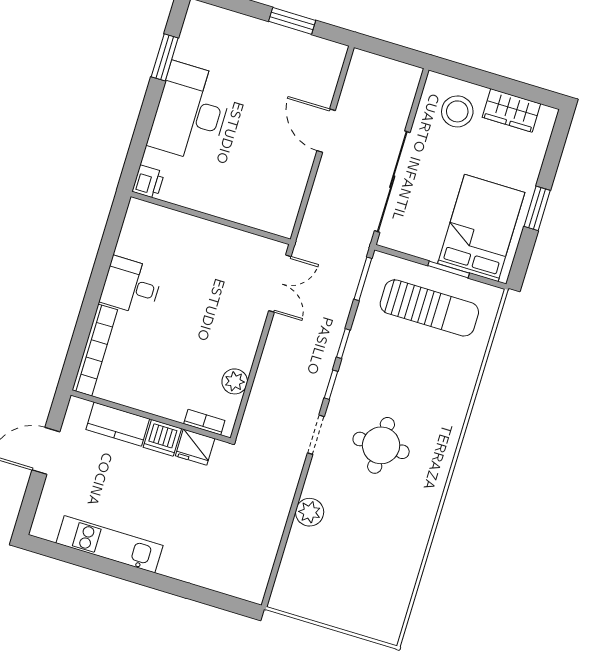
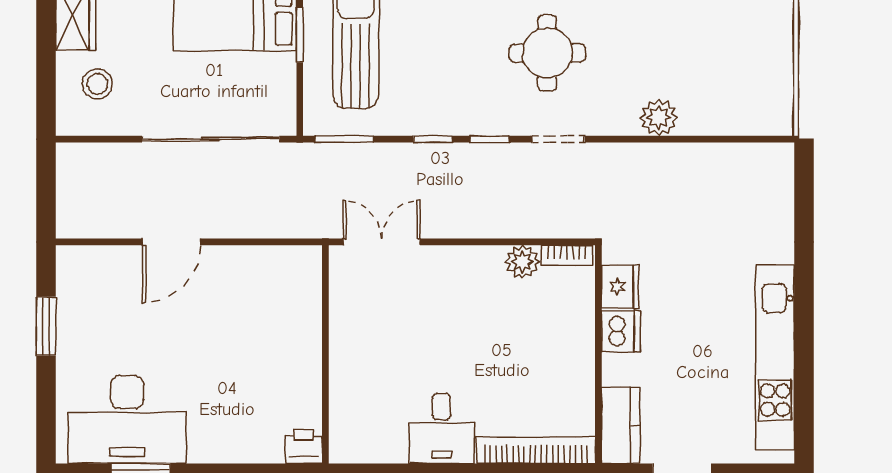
stool: (457, 111) -> (97, 84), width x0.73, depth x0.73
desk: (191, 112) -> (127, 419), moved
bookcase: (204, 422) -> (567, 255), moved, turned -90
kitchen counter: (118, 424) -> (621, 425), moved
kitchen unit: (110, 544) -> (775, 357), width x1.36

